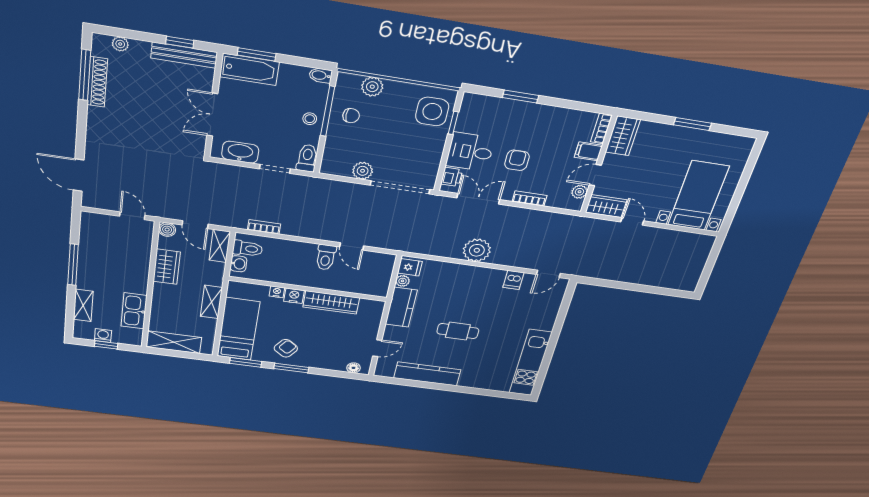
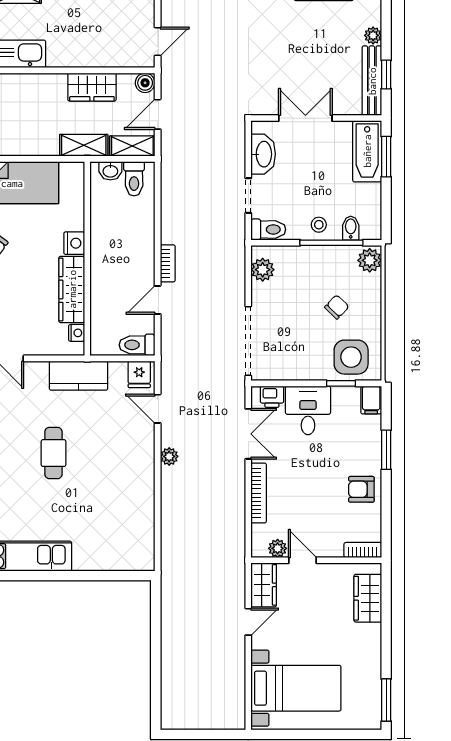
plant: (120, 44) -> (373, 35), moved
bidet: (321, 75) -> (351, 228), moved
plant: (372, 87) -> (370, 260), moved
chair: (351, 116) -> (337, 307), moved, turned -136
window: (693, 124) -> (386, 700), moved
wardrobe: (623, 136) -> (368, 598), moved, turned 90
filing cabinet: (588, 151) -> (371, 400), moved, turned 180
armchair: (517, 160) -> (361, 489), moved, turned 180
plant: (363, 171) -> (263, 270), moved
bookcase: (530, 199) -> (259, 493), width x1.56
bookcase: (264, 227) -> (168, 263), moved
plant: (477, 250) -> (169, 456), width x0.53, depth x0.53
toilet: (326, 257) -> (137, 345), moved
door: (548, 274) -> (158, 409), moved
dishwasher: (513, 280) -> (142, 503), removed
plant: (403, 281) -> (118, 370), removed
nightstand: (277, 292) -> (77, 333), moved
shelving: (211, 302) -> (84, 145), moved

